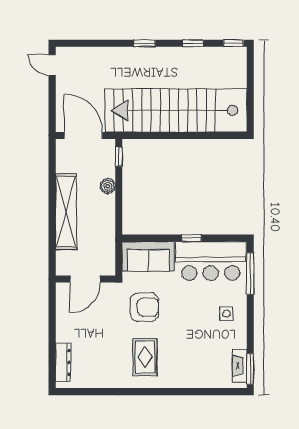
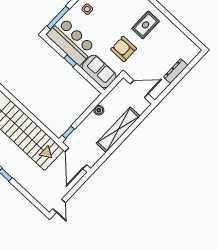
boiler: (108, 186) -> (99, 110), moved
dresser: (63, 362) -> (176, 71), moved

